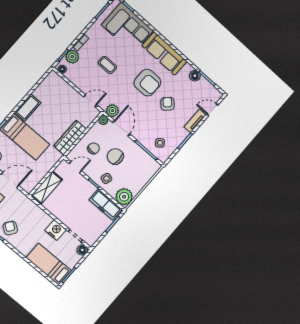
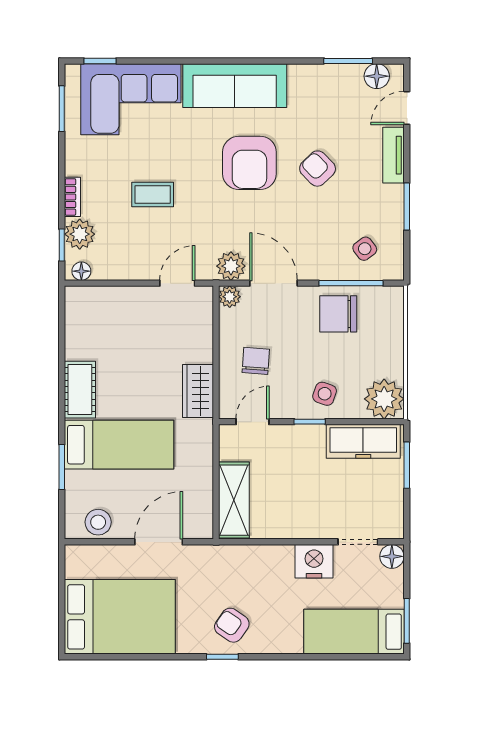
floor lamp: (195, 76) -> (377, 76), moved
armchair: (147, 83) -> (249, 163), turned 90
wardrobe: (70, 138) -> (198, 391), width x0.67
chair: (115, 156) -> (338, 314), moved

